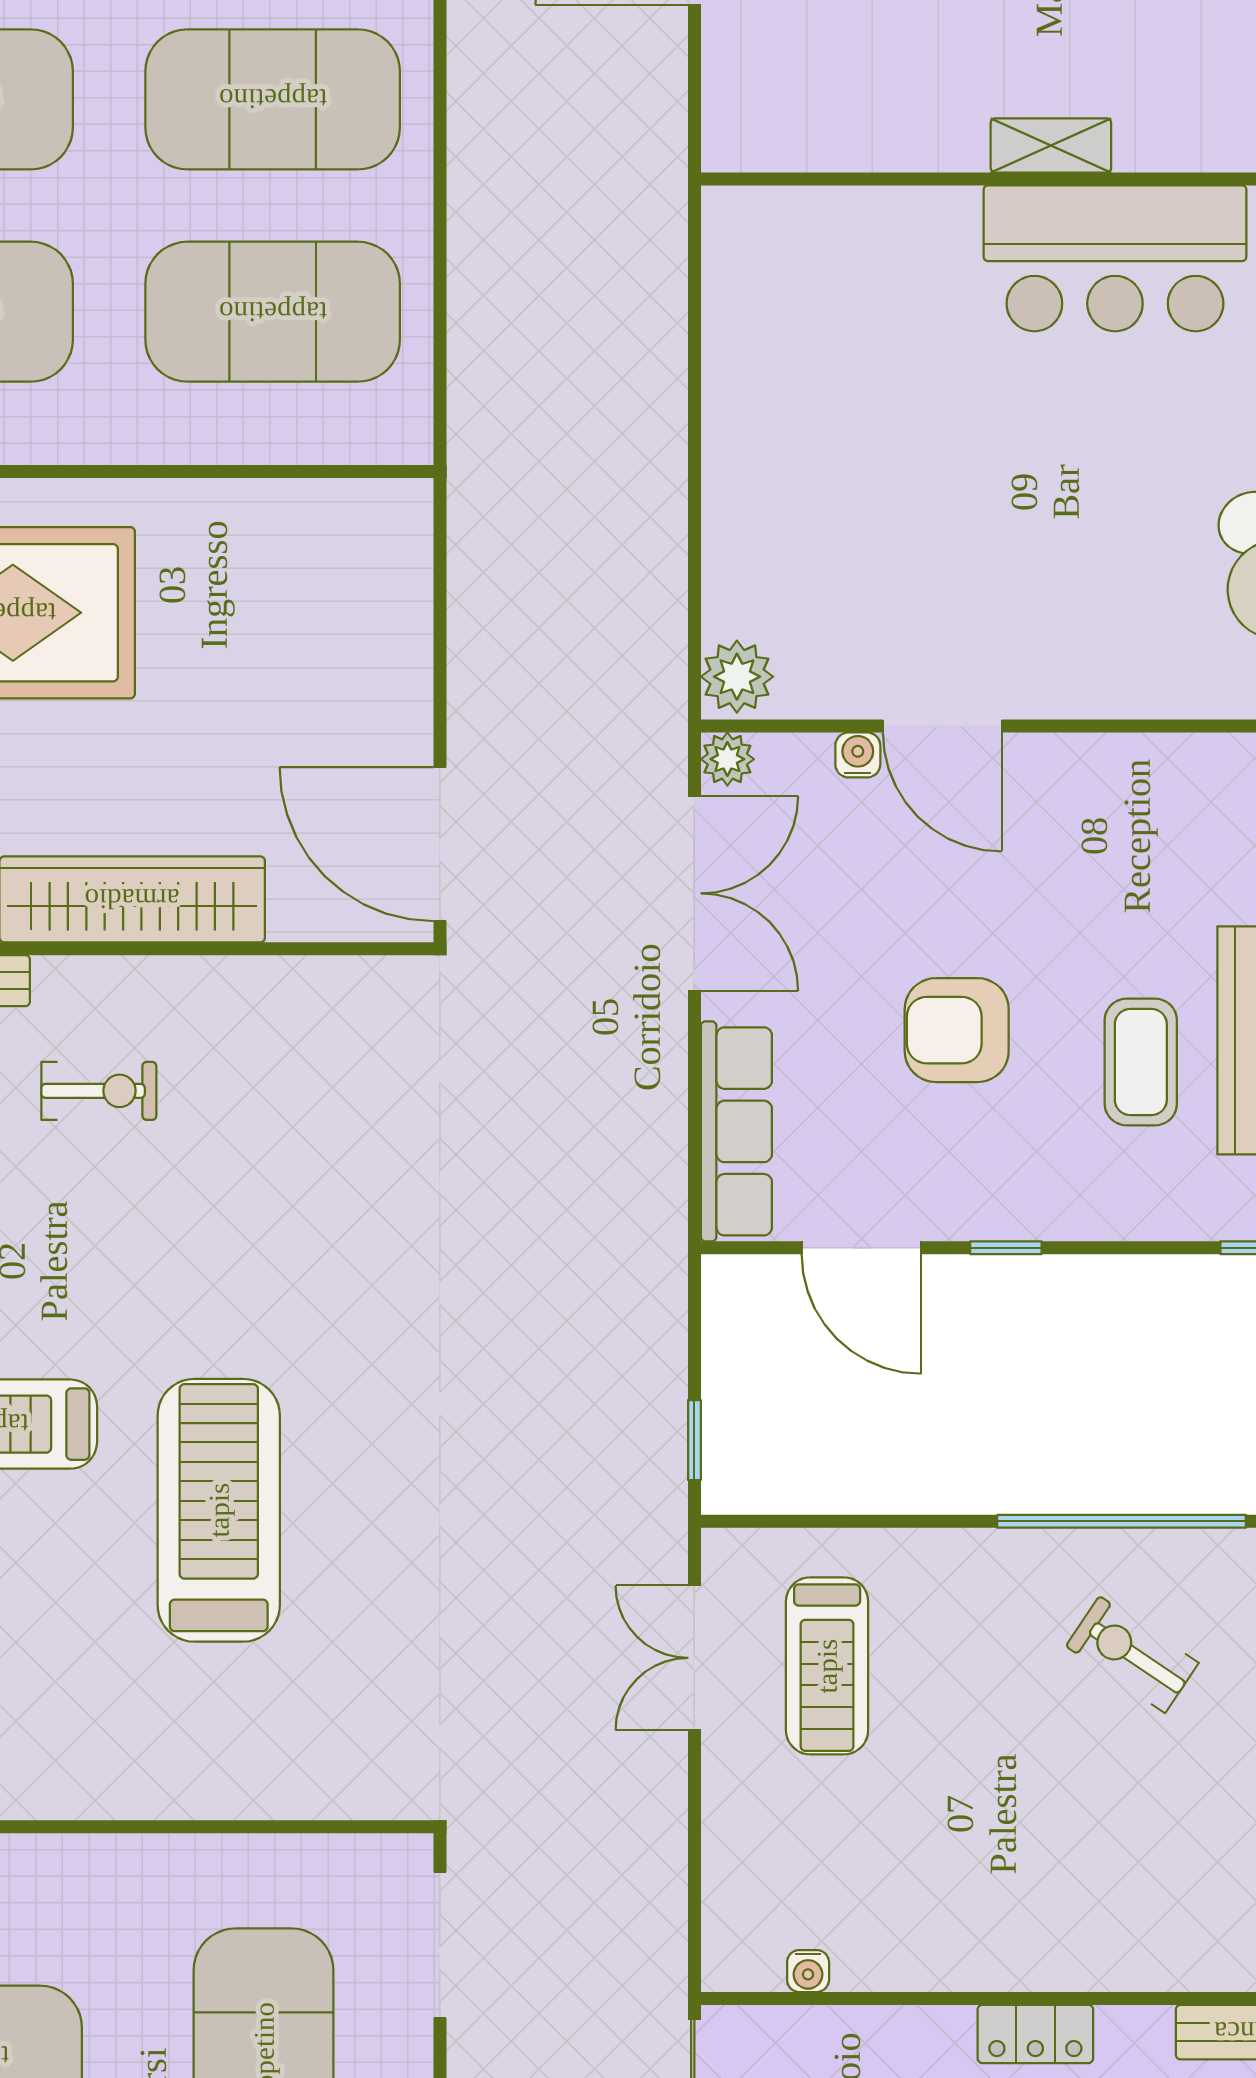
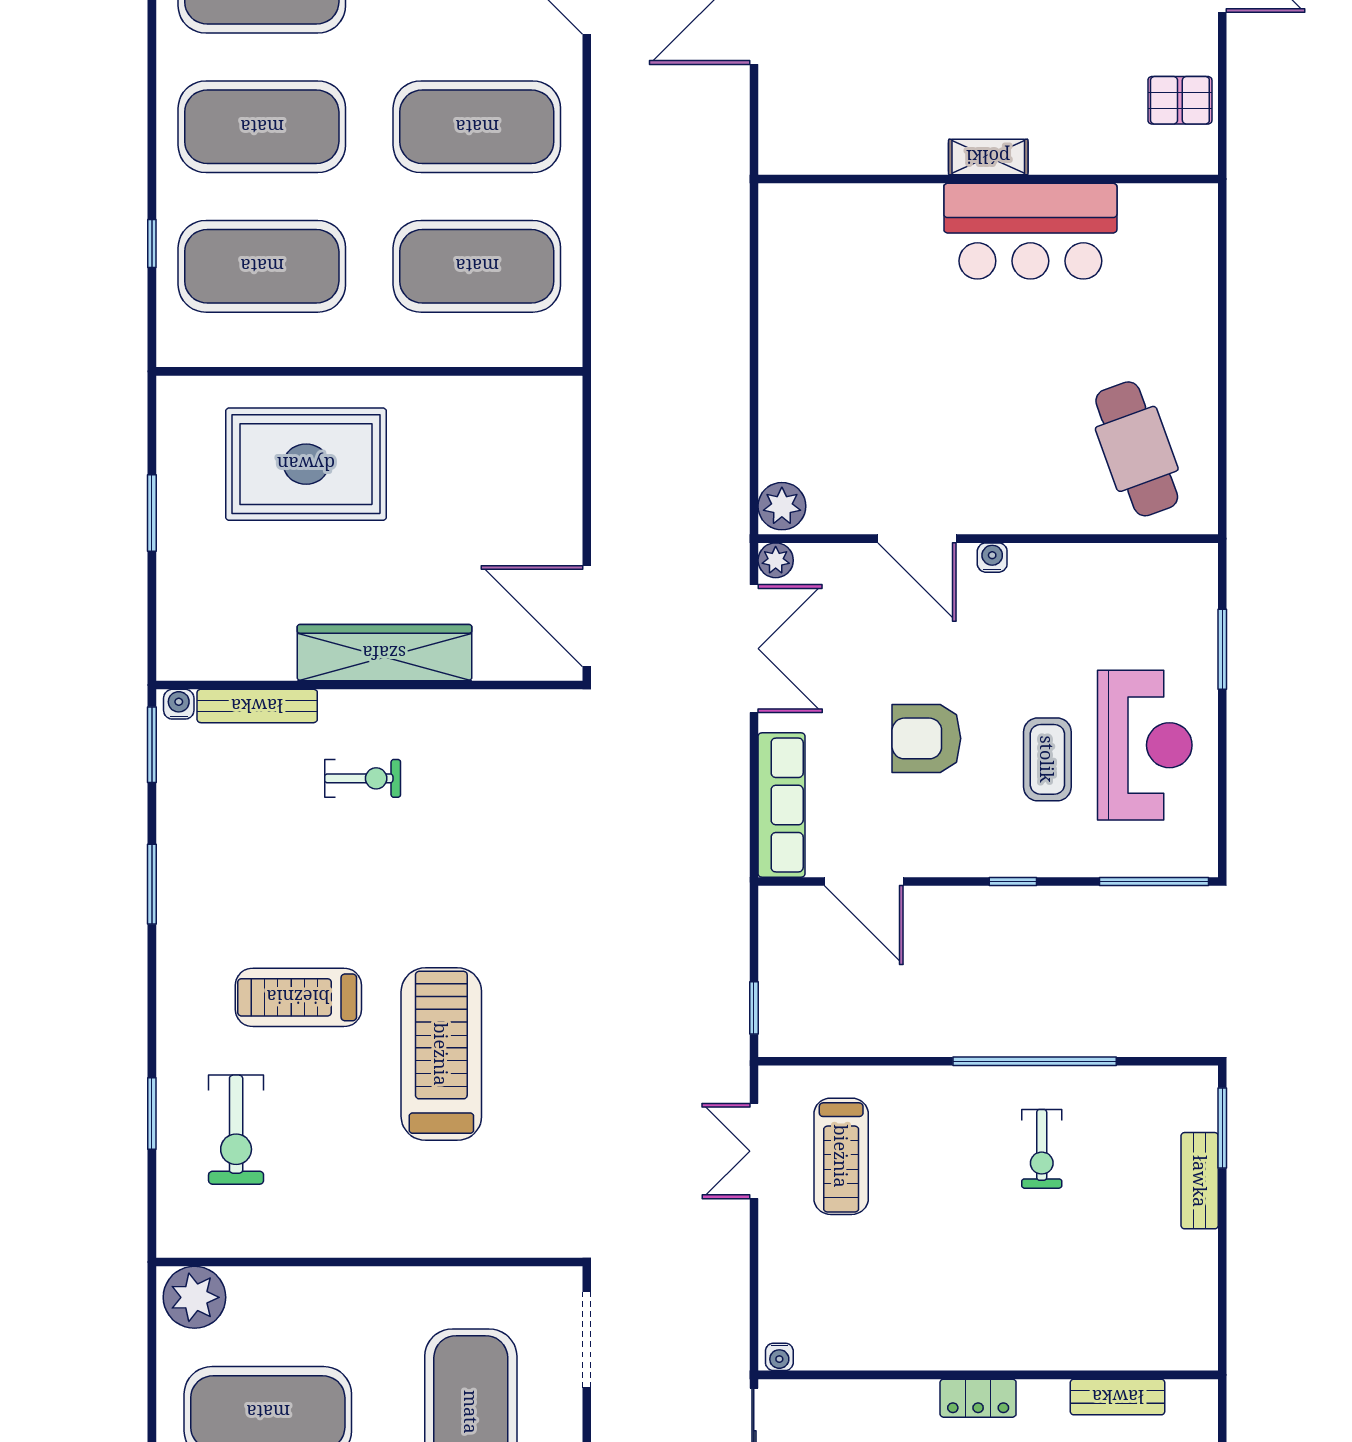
water cooler: (858, 755) -> (992, 558), moved
window: (1006, 1248) -> (1013, 881), moved
exercise bike: (1132, 1655) -> (1042, 1149), turned -124
water cooler: (808, 1971) -> (779, 1357), moved

